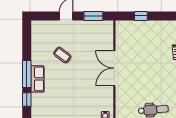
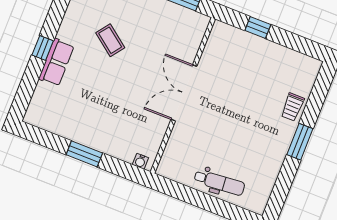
window: (27, 74) -> (43, 48), width x0.46
window: (27, 100) -> (27, 88), removed

